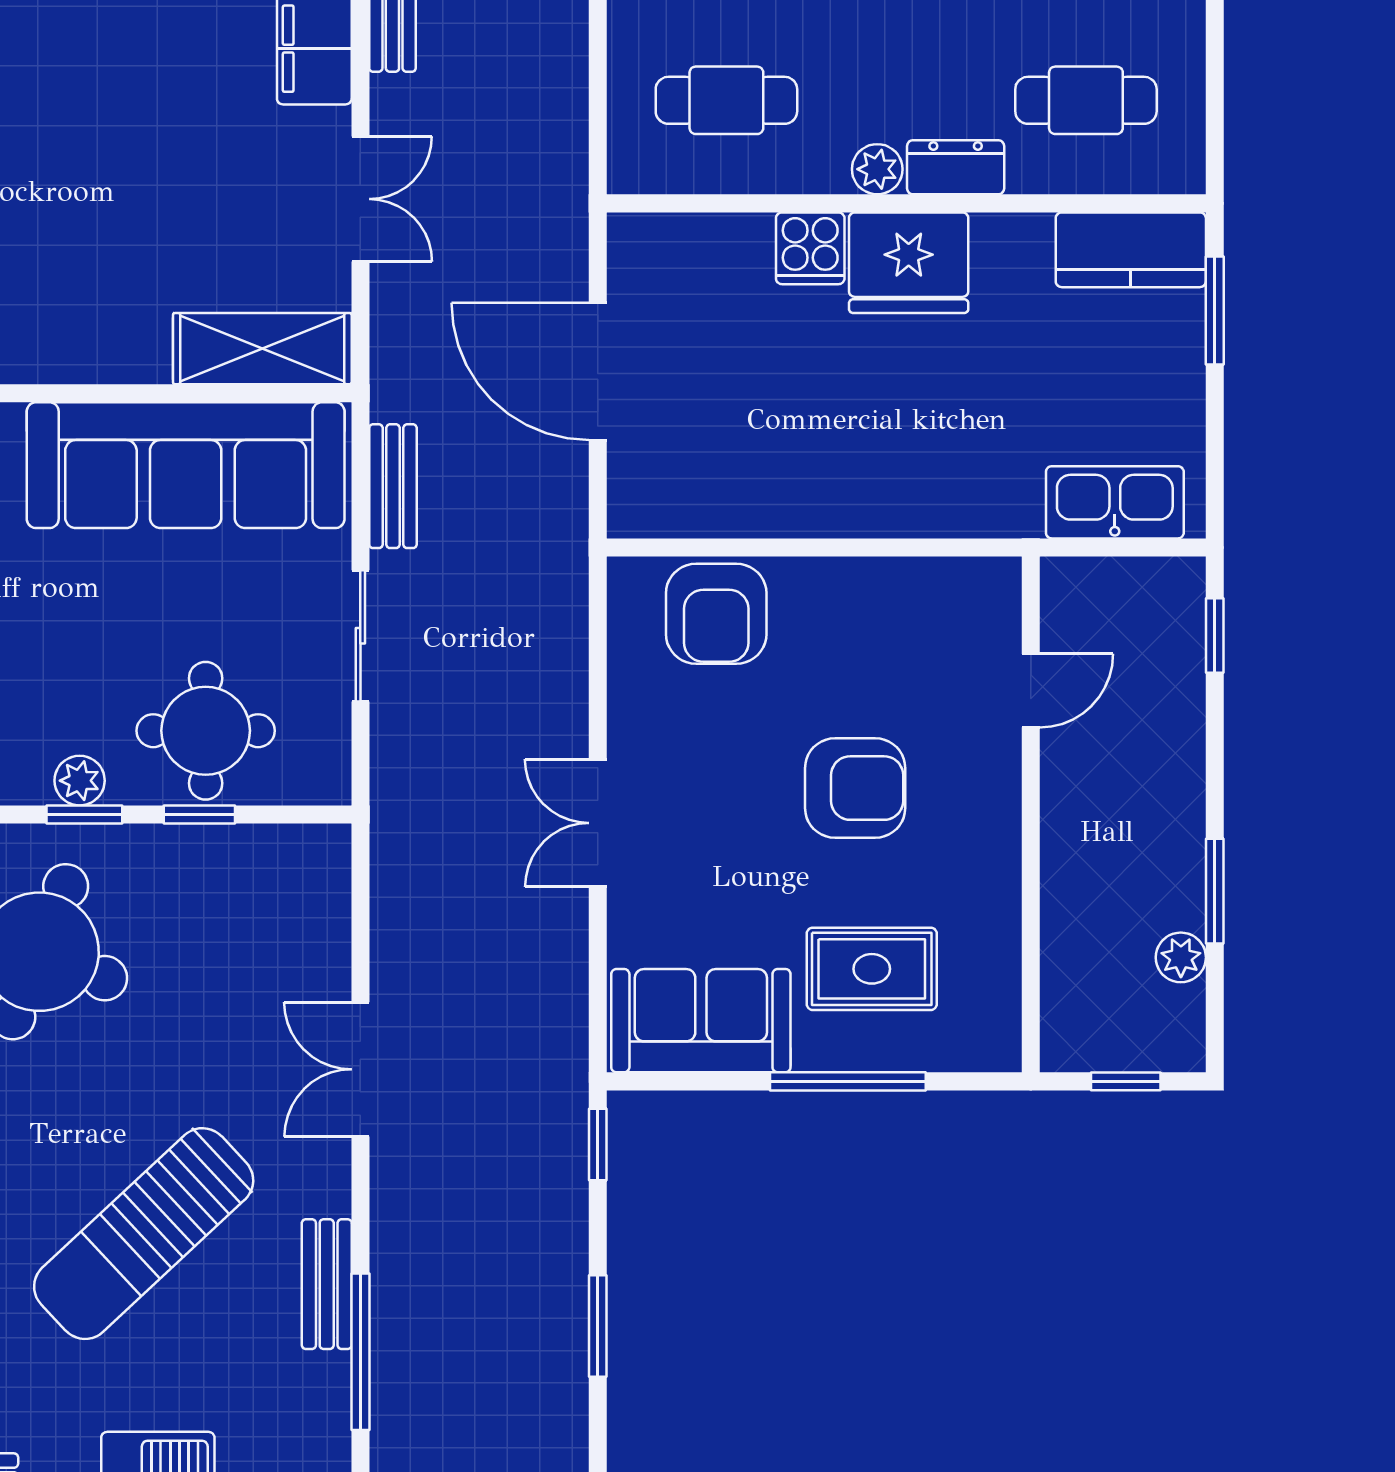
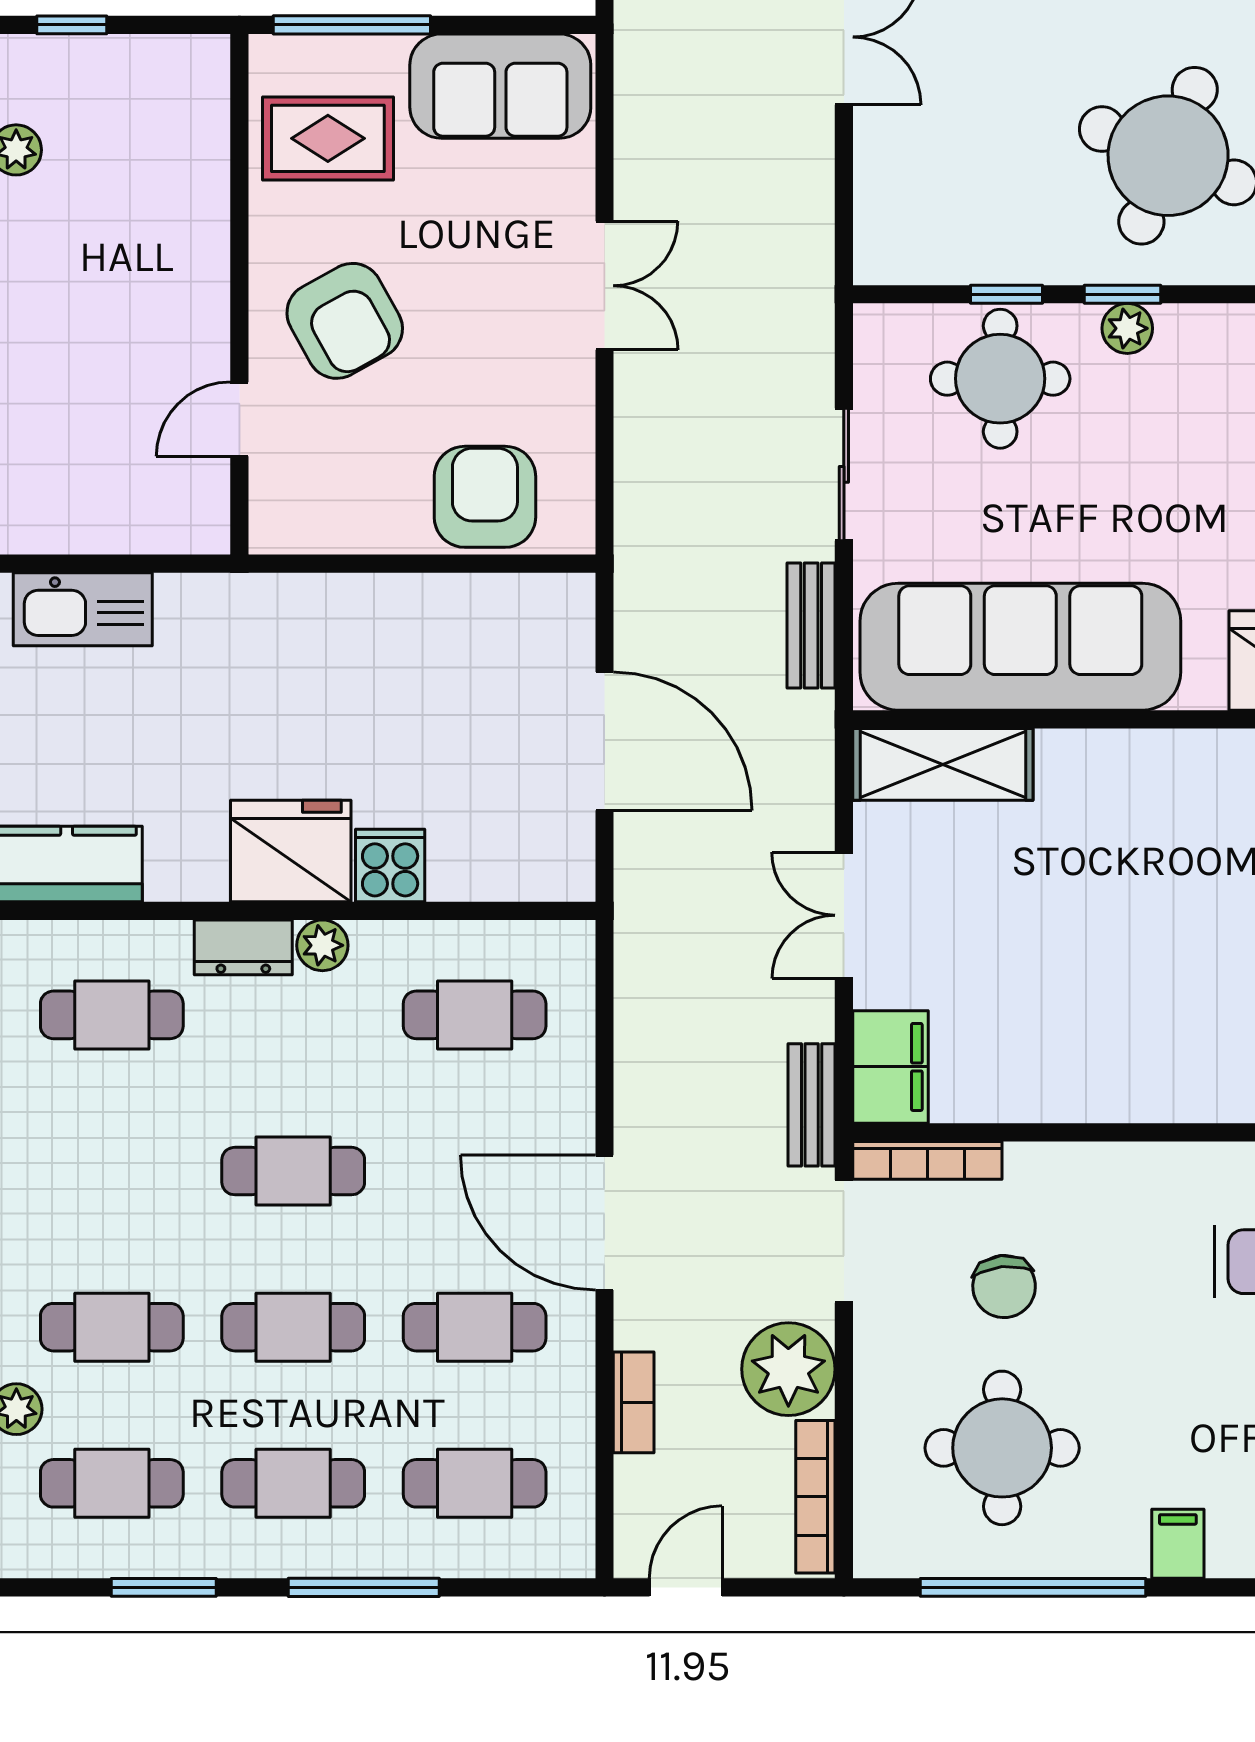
door: (1031, 691) -> (239, 419), moved
armchair: (855, 788) -> (345, 321), turned -119
wall: (1031, 814) -> (239, 294), moved

